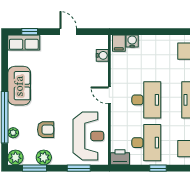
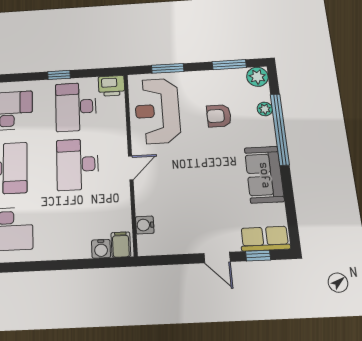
door: (68, 32) -> (217, 258), moved
door: (109, 95) -> (131, 168), hinge flipped
plant: (44, 157) -> (218, 79), removed

